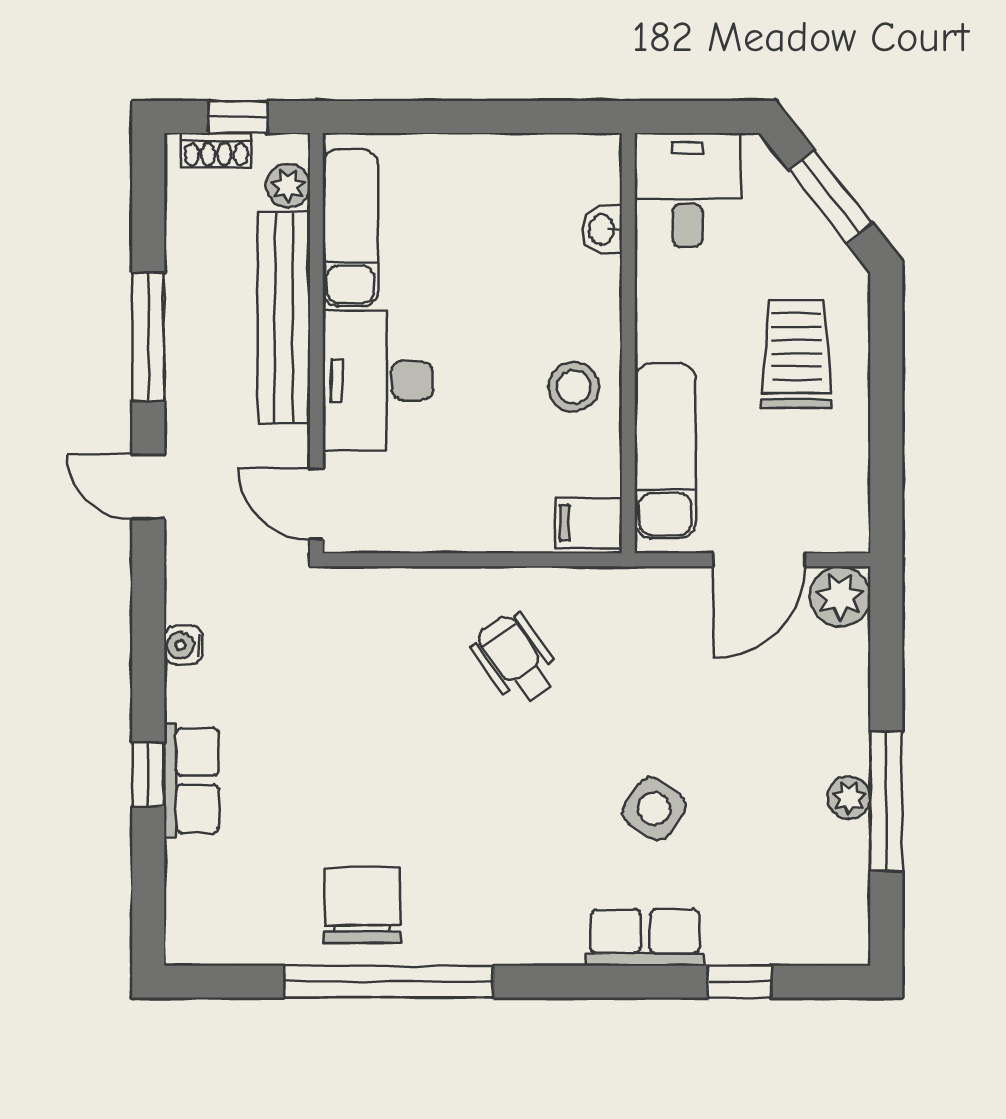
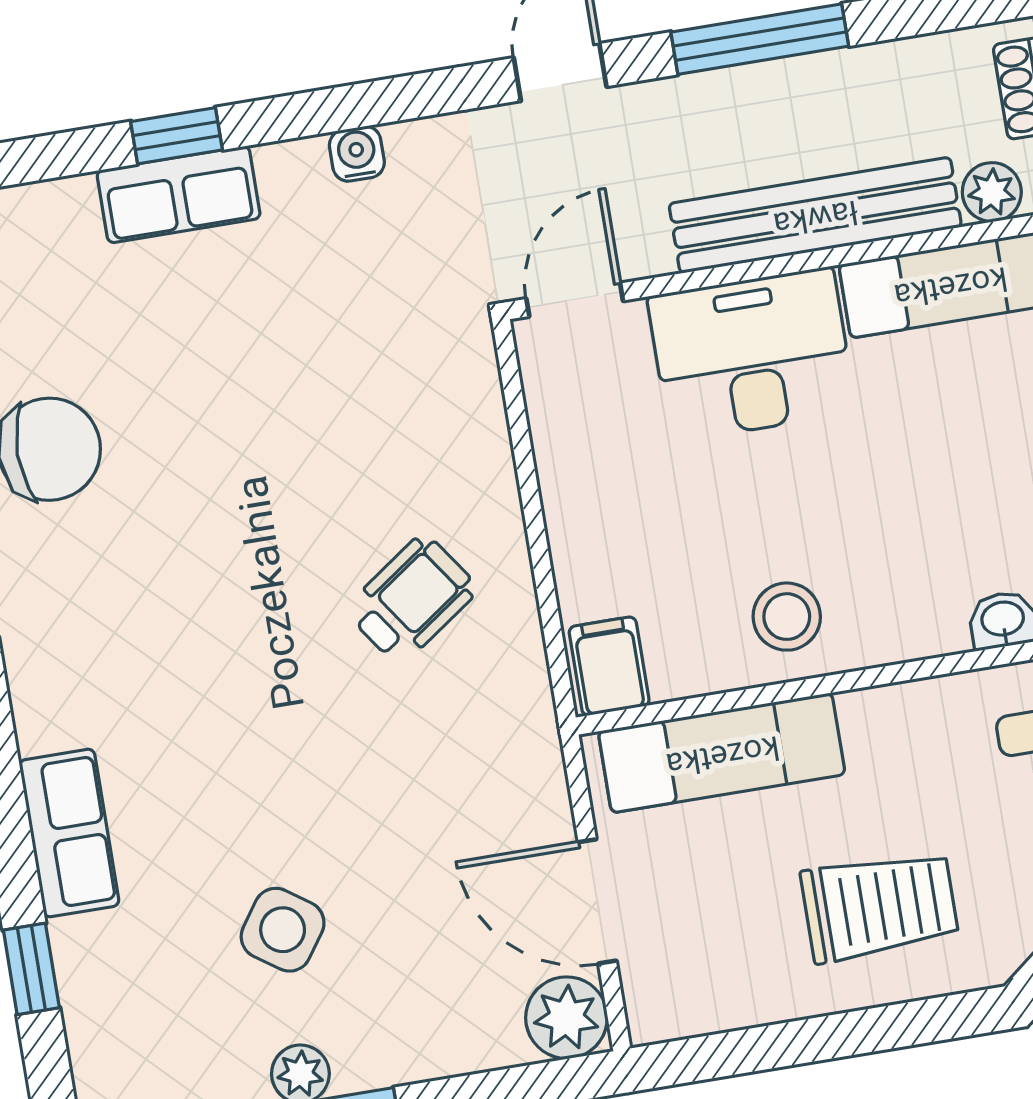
side table: (654, 809) -> (283, 930), moved

